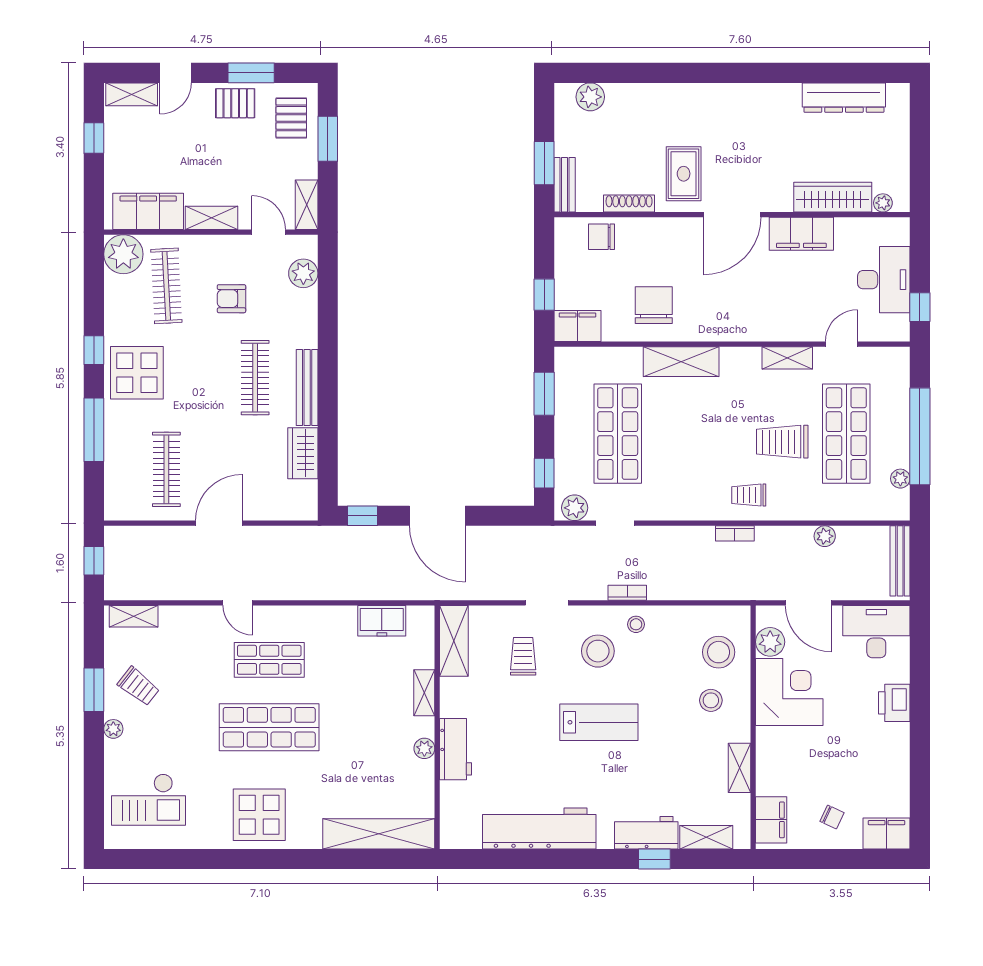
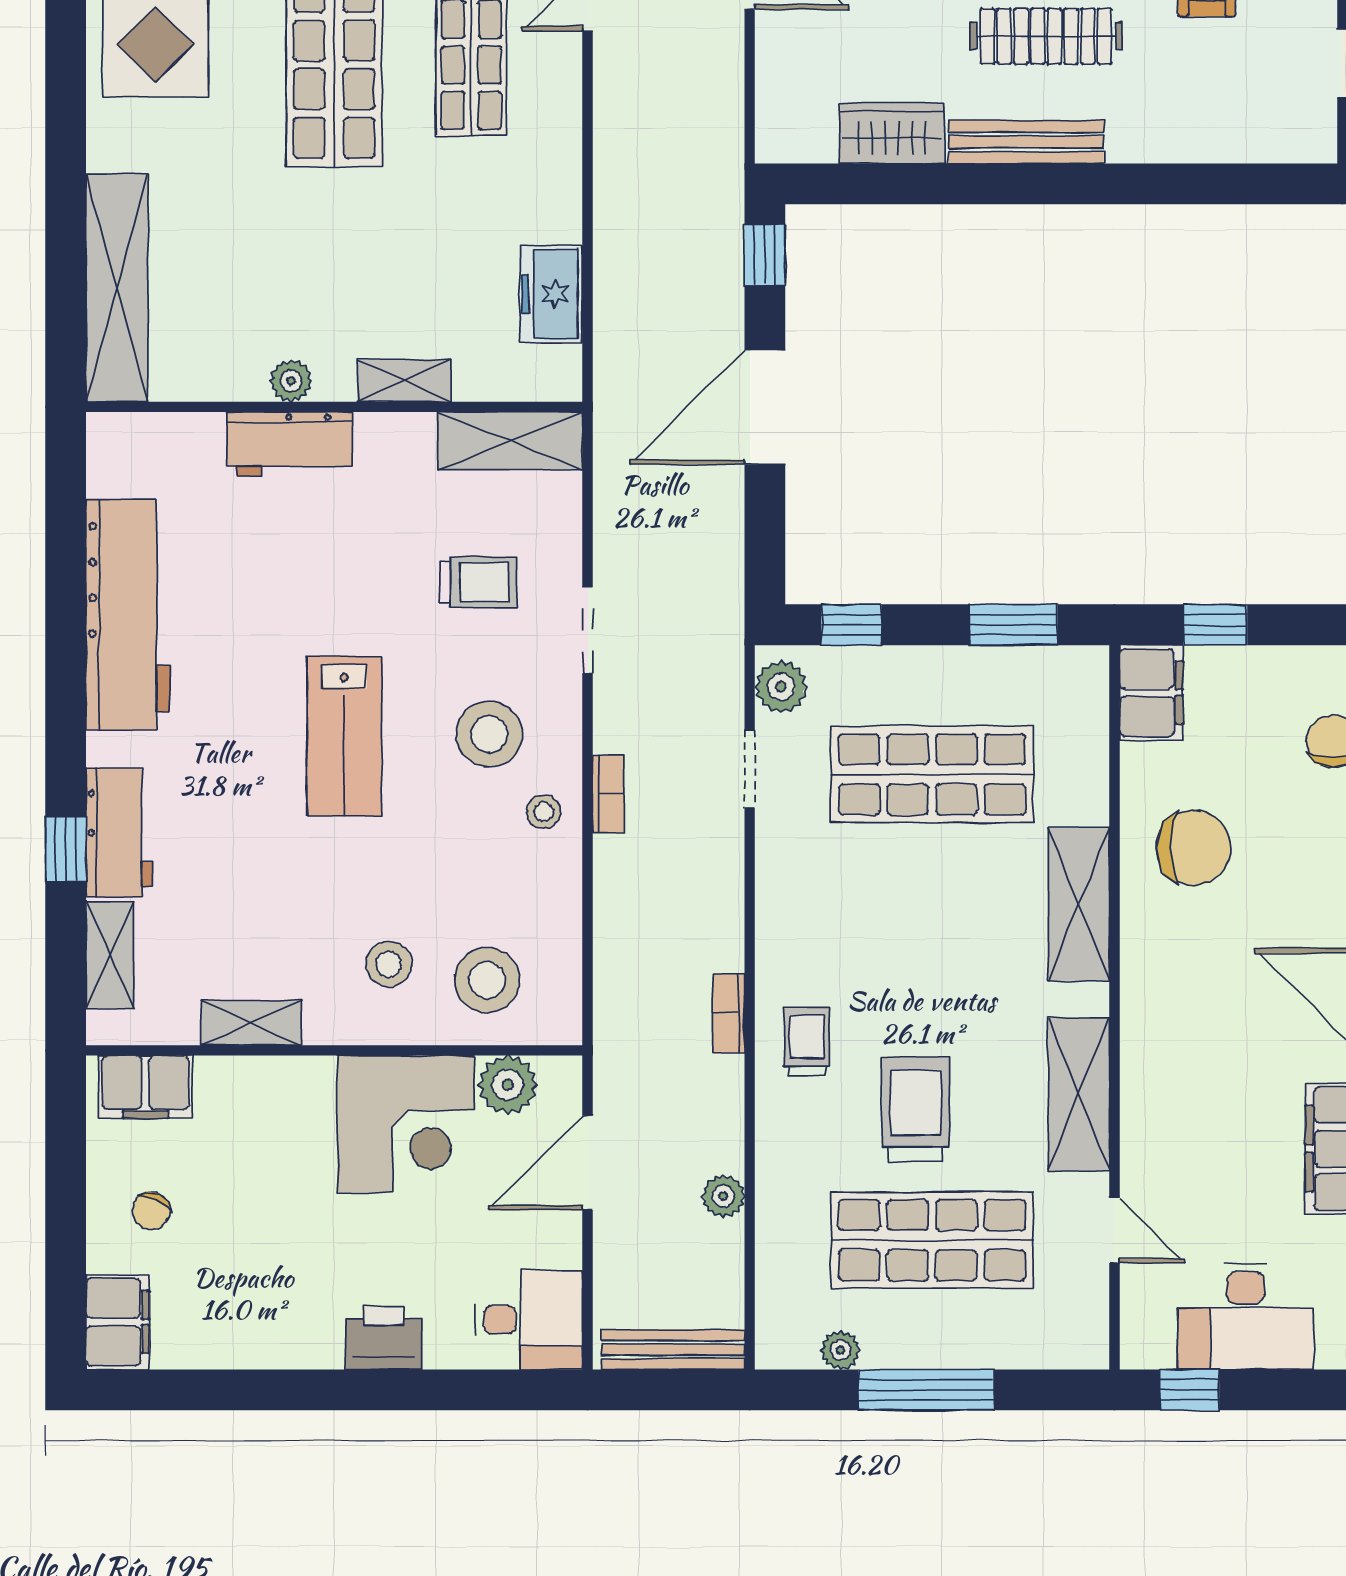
plant: (303, 273) -> (1258, 134), removed
shelving: (787, 358) -> (1079, 1094), width x1.50, depth x1.33
window: (920, 436) -> (926, 1390), width x0.68
desk: (876, 632) -> (529, 1320), width x0.73

